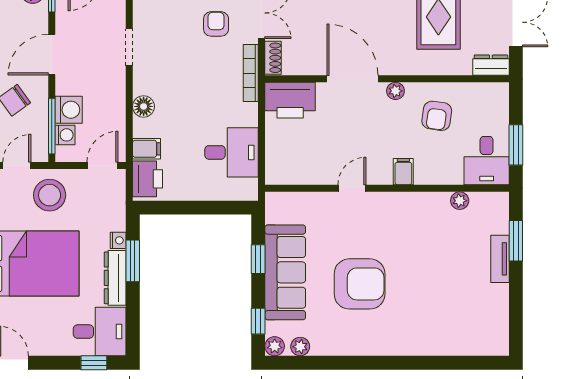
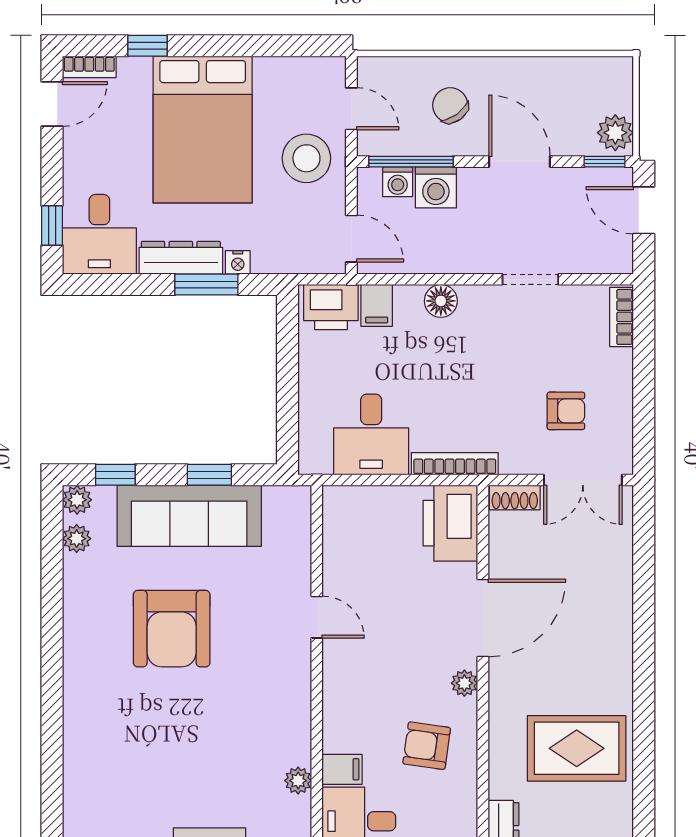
bookcase: (251, 73) -> (455, 464), moved
filing cabinet: (403, 172) -> (342, 769), moved

